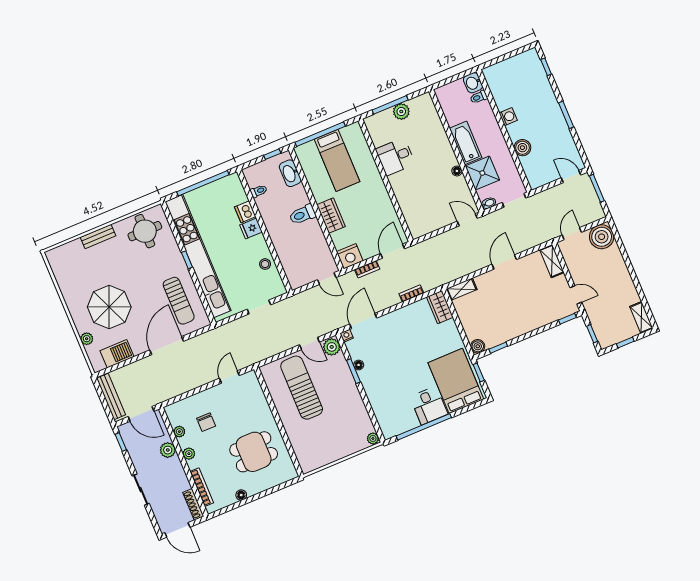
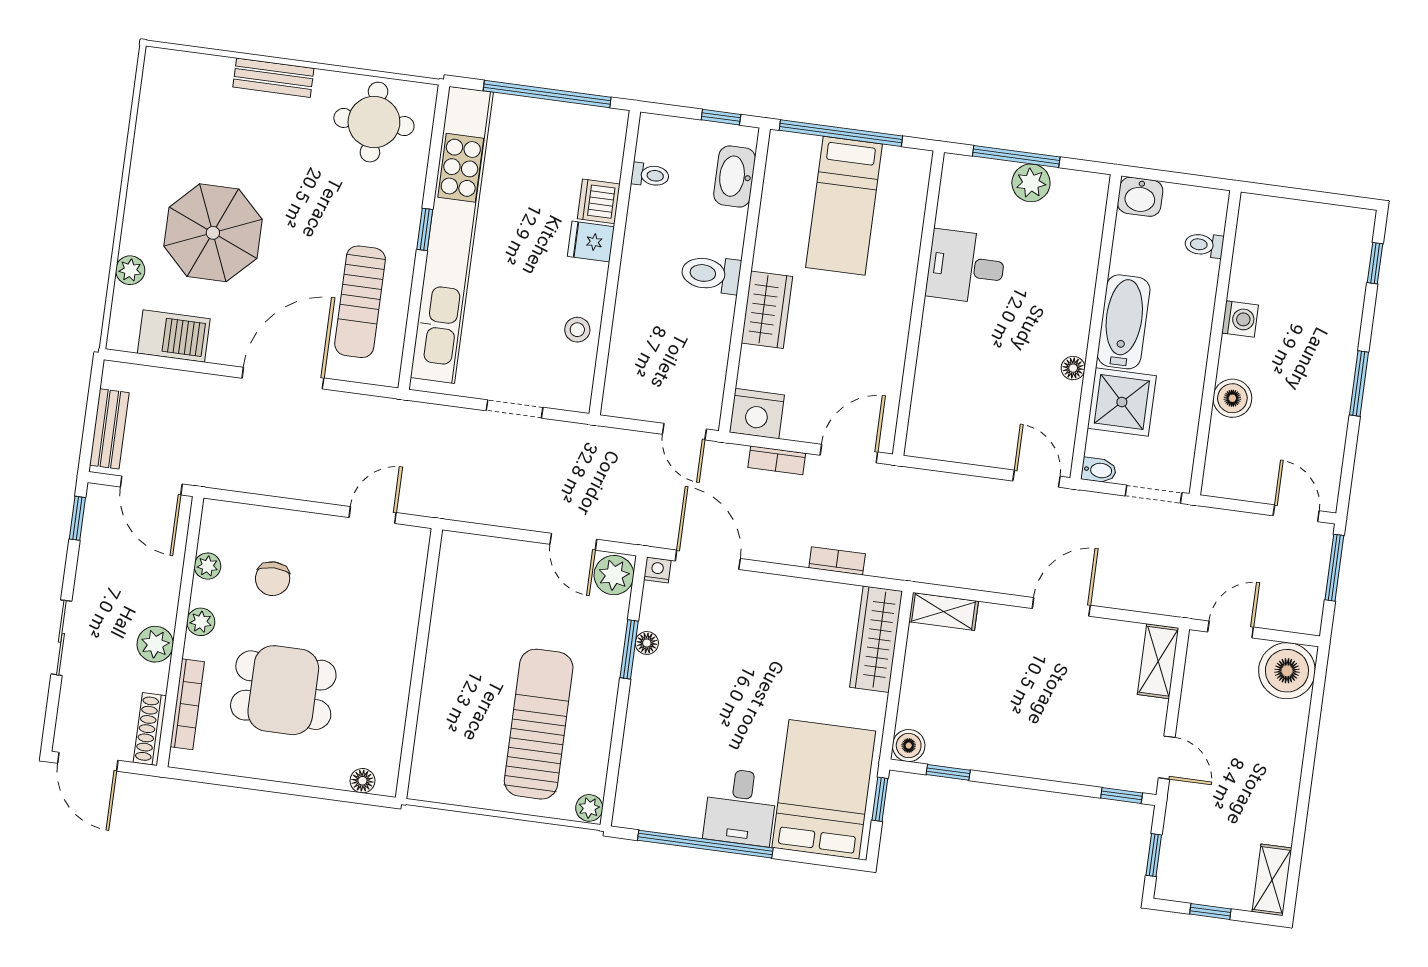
washbasin: (473, 83) -> (1140, 197), moved, turned -90
wardrobe: (440, 307) -> (876, 639), width x1.50
door: (363, 321) -> (708, 560), hinge flipped
sun lounger: (302, 388) -> (539, 724), moved
bench: (111, 396) -> (109, 429), width x0.73
plant: (168, 450) -> (155, 644), moved
dining table: (254, 452) -> (283, 690), moved
floor lamp: (241, 495) -> (362, 781), moved

